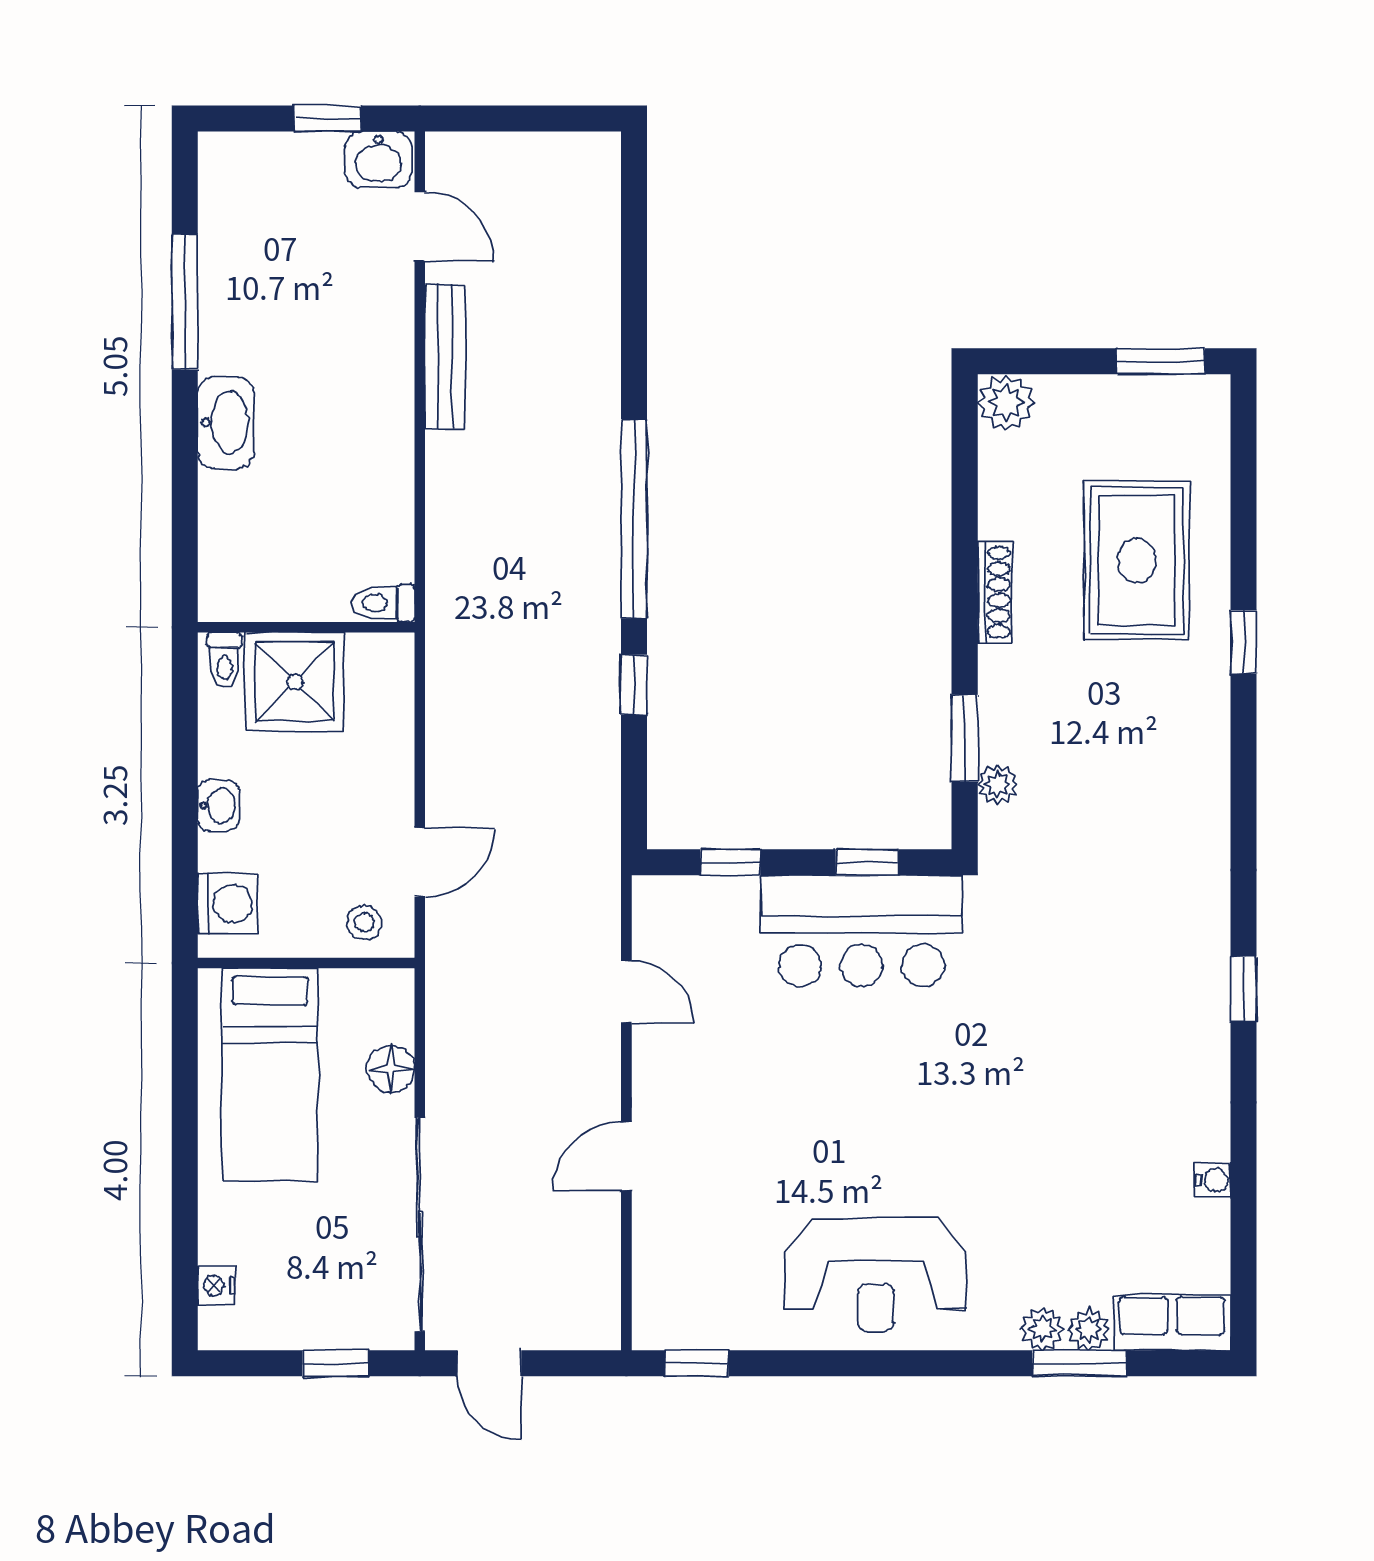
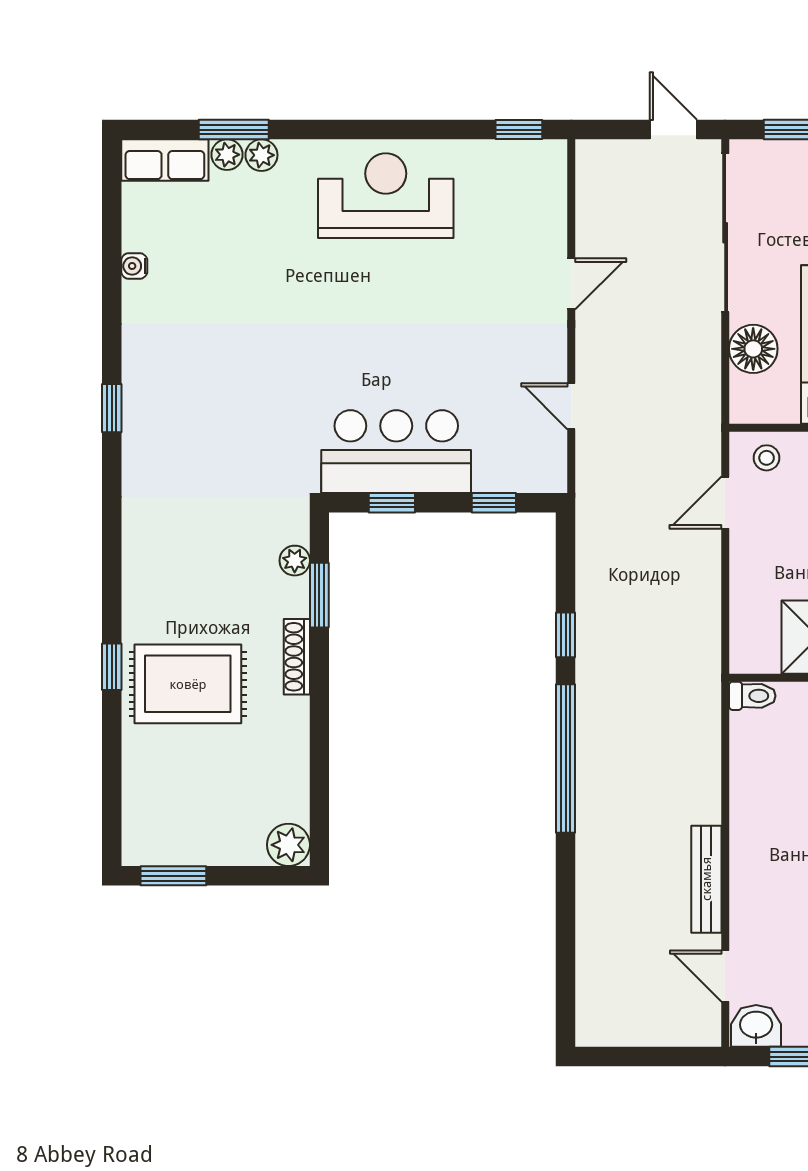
rug: (1137, 560) -> (188, 684), moved, turned 90
shoe rack: (995, 592) -> (297, 657), moved
floor lamp: (391, 1069) -> (753, 349), width x1.38, depth x1.38

